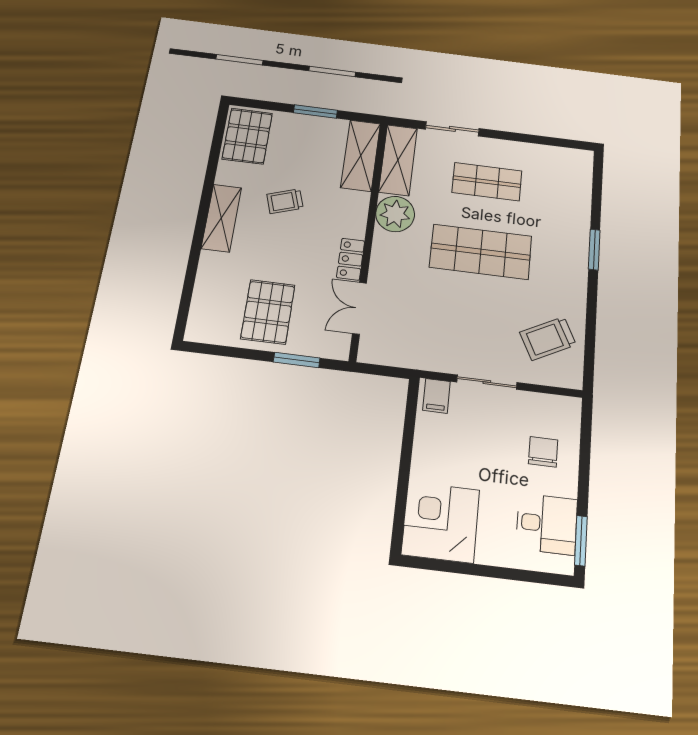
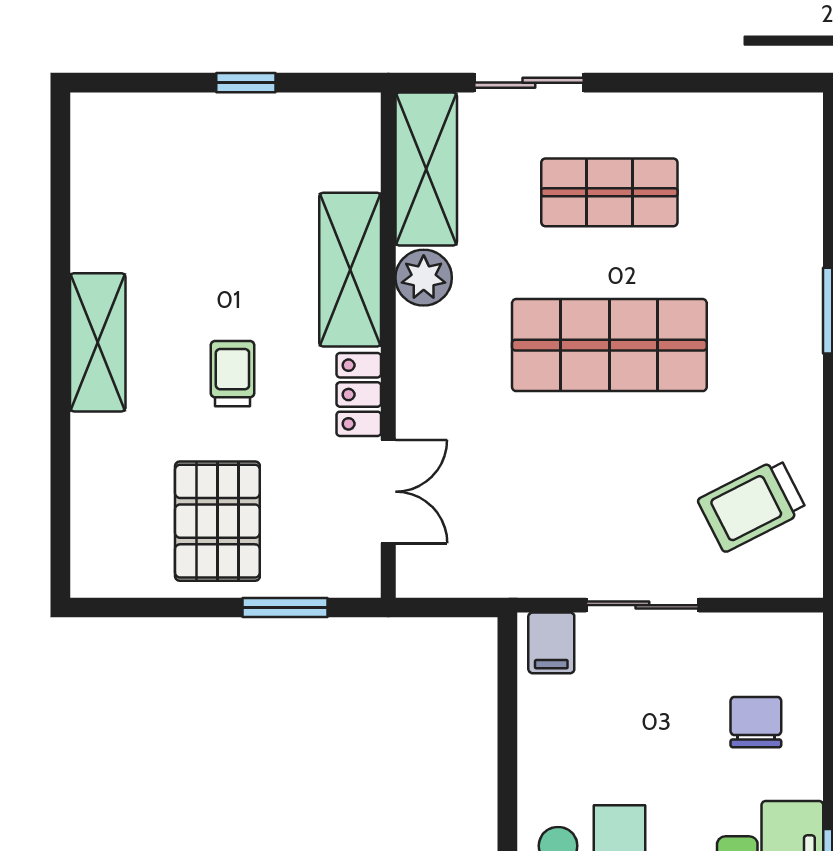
window: (315, 111) -> (246, 83), width x0.67
pallet: (247, 136) -> (118, 158), removed
shelving: (361, 155) -> (350, 270), moved
trolley: (285, 201) -> (232, 374), moved, turned 108
plant: (395, 214) -> (424, 278), width x0.73, depth x0.73
double door: (359, 308) -> (388, 492), swing flipped

